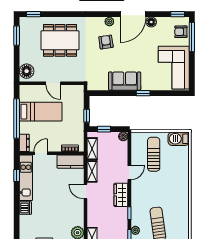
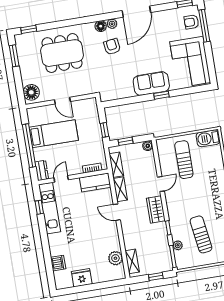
floor lamp: (151, 22) -> (101, 26), moved
sofa: (125, 81) -> (151, 84), moved
dishwasher: (25, 208) -> (58, 263), moved

